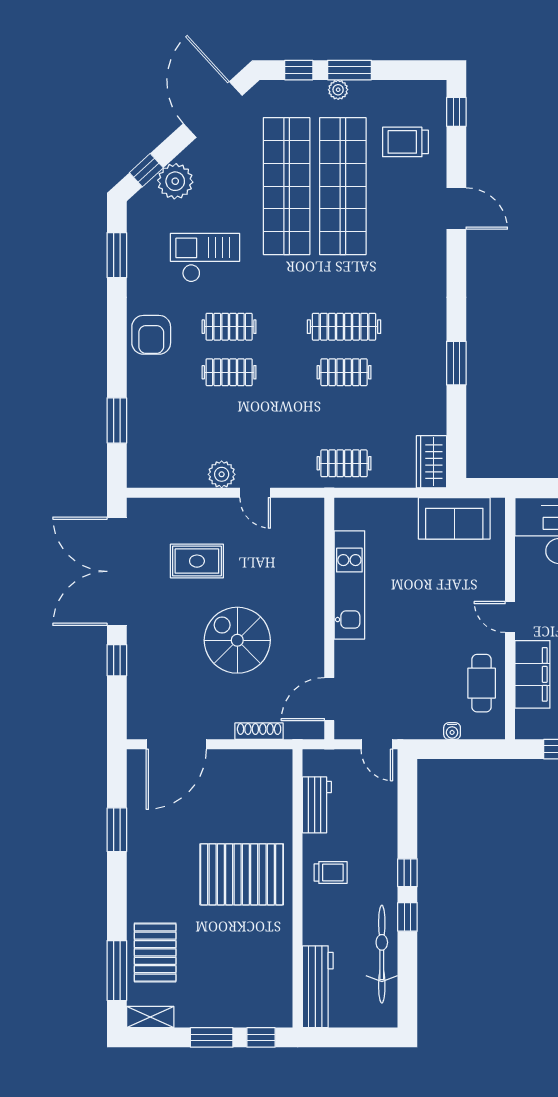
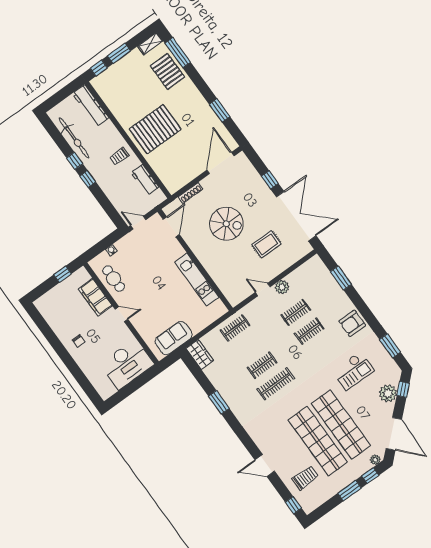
plant: (338, 90) -> (375, 460), moved
clothes rail: (229, 327) -> (296, 312), moved
armchair: (151, 335) -> (352, 323), turned -90

